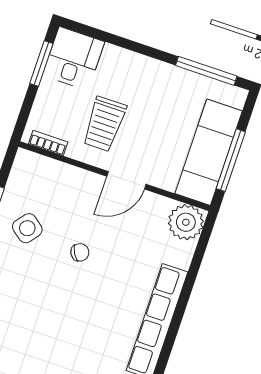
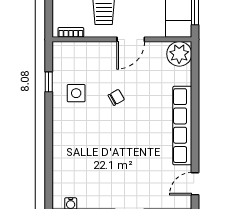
side table: (27, 228) -> (76, 93), turned -38

